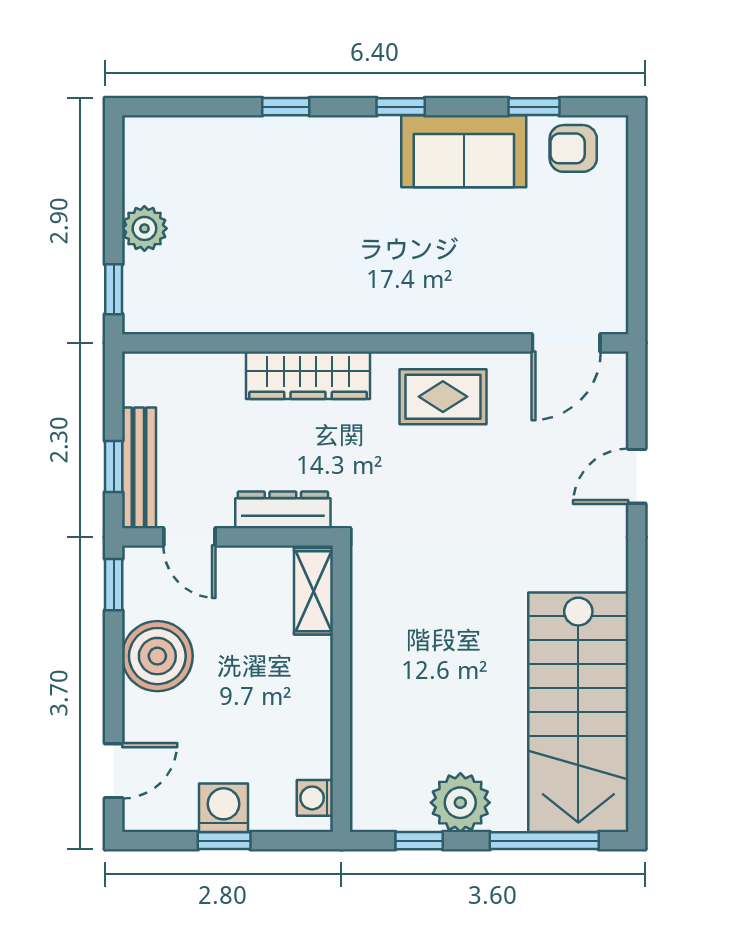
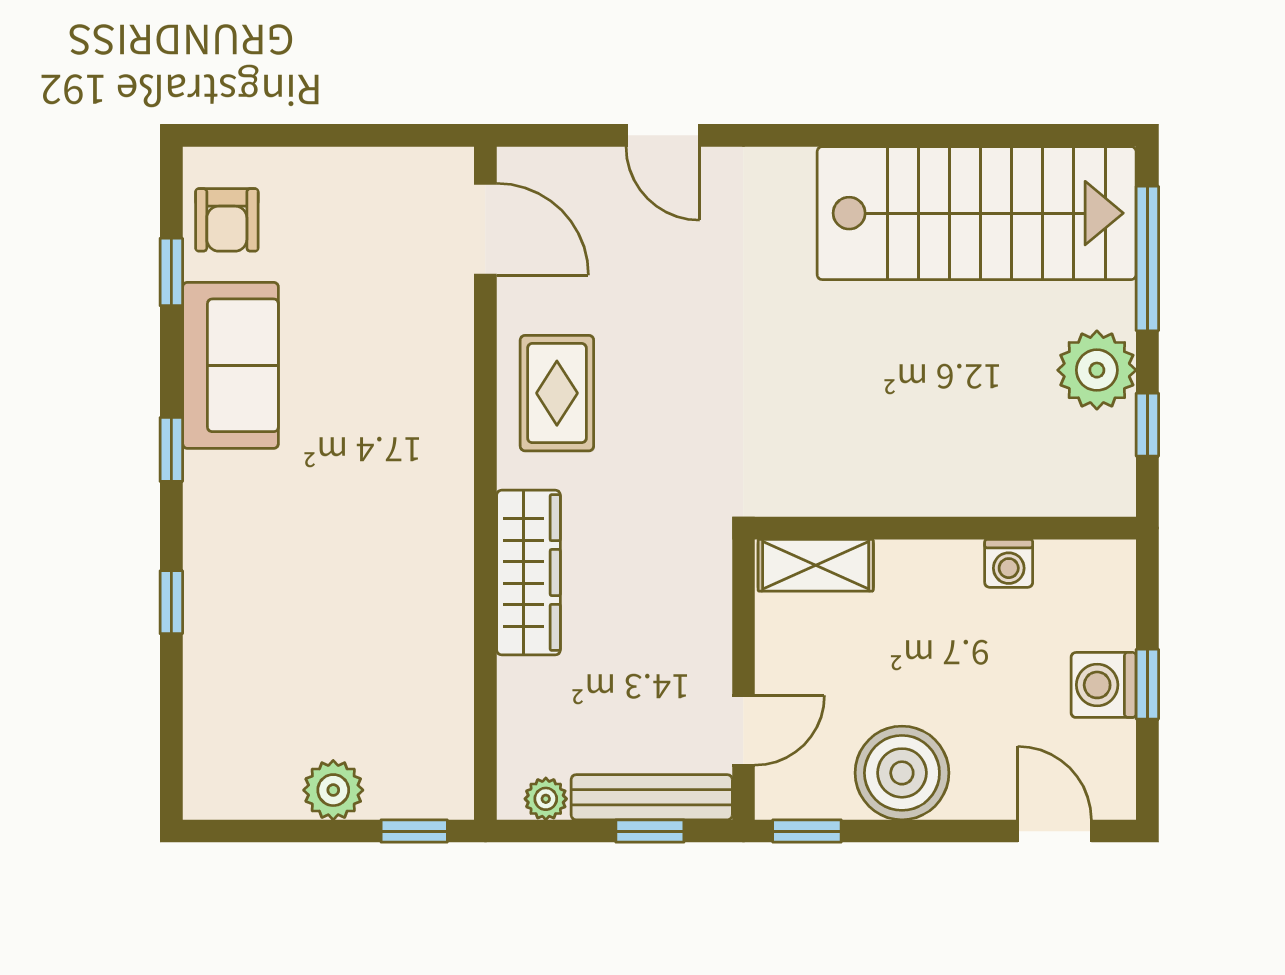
plant: (138, 388) -> (546, 799), added
dresser: (283, 510) -> (708, 606), removed
washing machine: (315, 798) -> (1009, 563), moved

